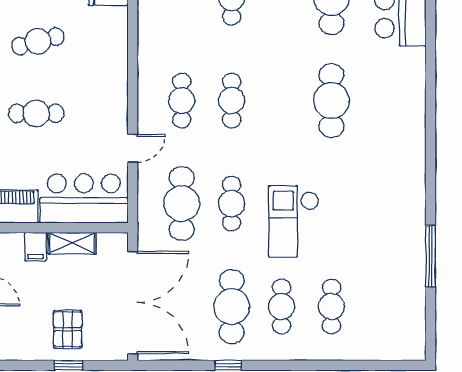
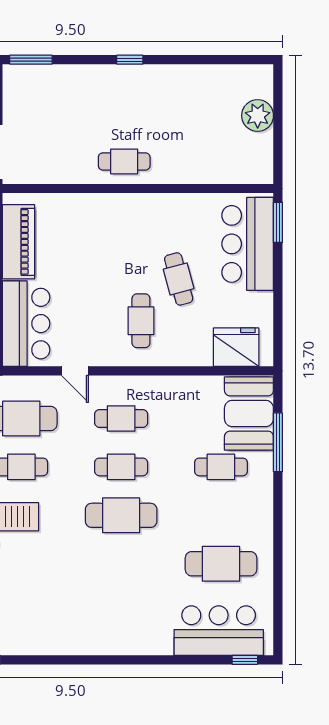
cafe table: (331, 101) -> (121, 515), moved
cafe table: (36, 113) -> (141, 321), moved

